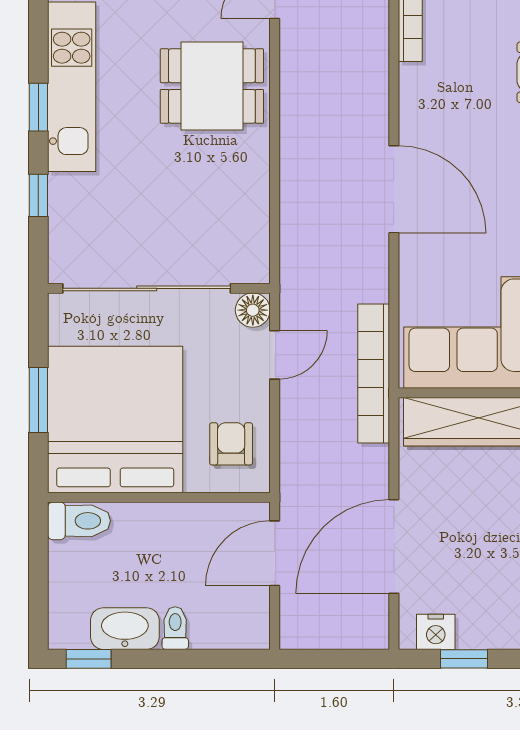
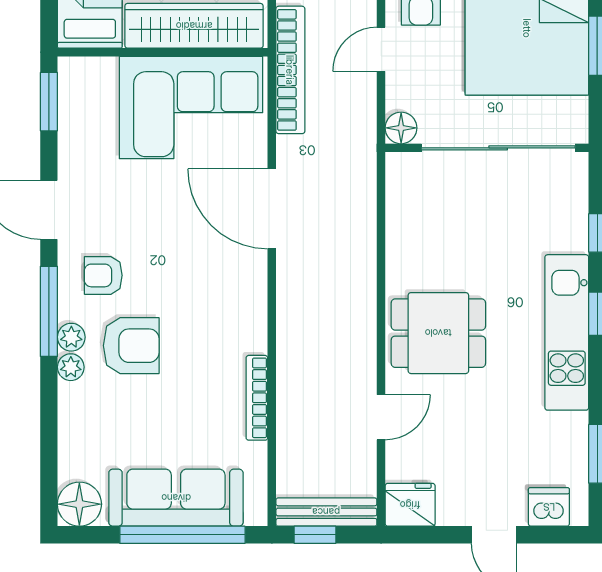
door: (394, 189) -> (272, 209), moved
door: (275, 355) -> (381, 49), moved

